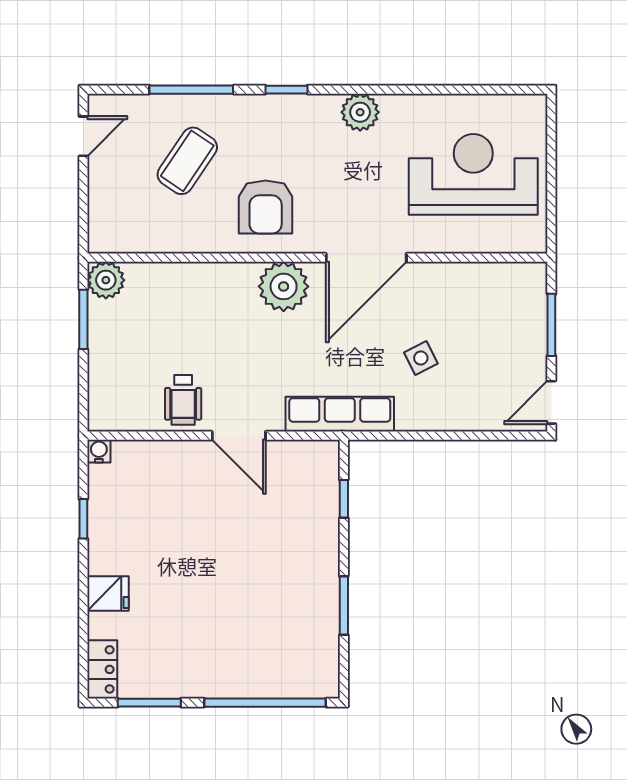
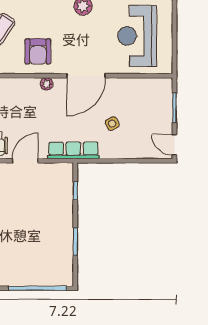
reception desk: (473, 174) -> (137, 36), turned -90
plant: (284, 286) -> (47, 84), width x0.53, depth x0.53
door: (551, 402) -> (174, 145), hinge flipped
door: (239, 436) -> (25, 161), swing flipped

